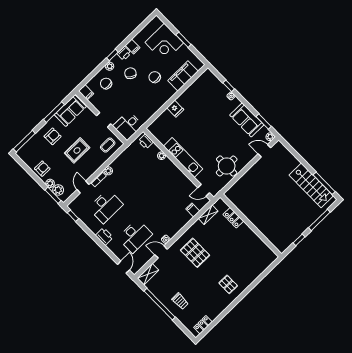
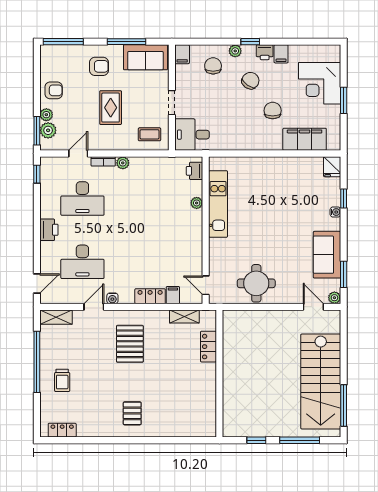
fridge: (175, 109) -> (332, 167), moved
rug: (77, 150) -> (111, 108), turned 90
kitchen unit: (183, 158) -> (218, 204), moved
stairs: (311, 185) -> (321, 381), width x1.36, depth x1.51
locker: (183, 221) -> (150, 296), added
door: (161, 252) -> (94, 307), hinge flipped

